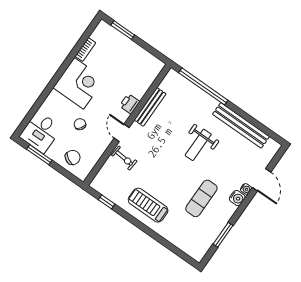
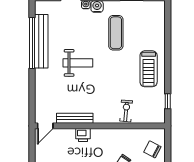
window: (203, 86) -> (32, 43), moved
door: (122, 133) -> (45, 126), moved
exercise mat: (201, 198) -> (116, 33), turned 90

